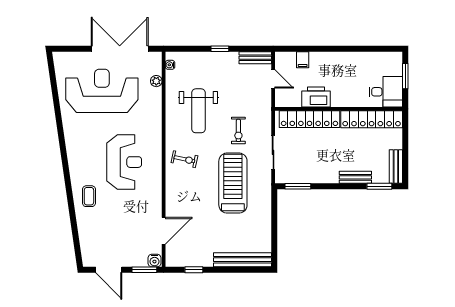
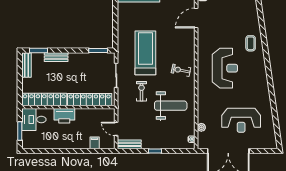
reception desk: (102, 91) -> (241, 120), width x0.74, depth x0.77
printer: (316, 97) -> (64, 116), moved
weight bench: (198, 111) -> (171, 106), turned 90
reception desk: (124, 162) -> (225, 68), turned 180
treadmill: (233, 183) -> (145, 53), turned 180

